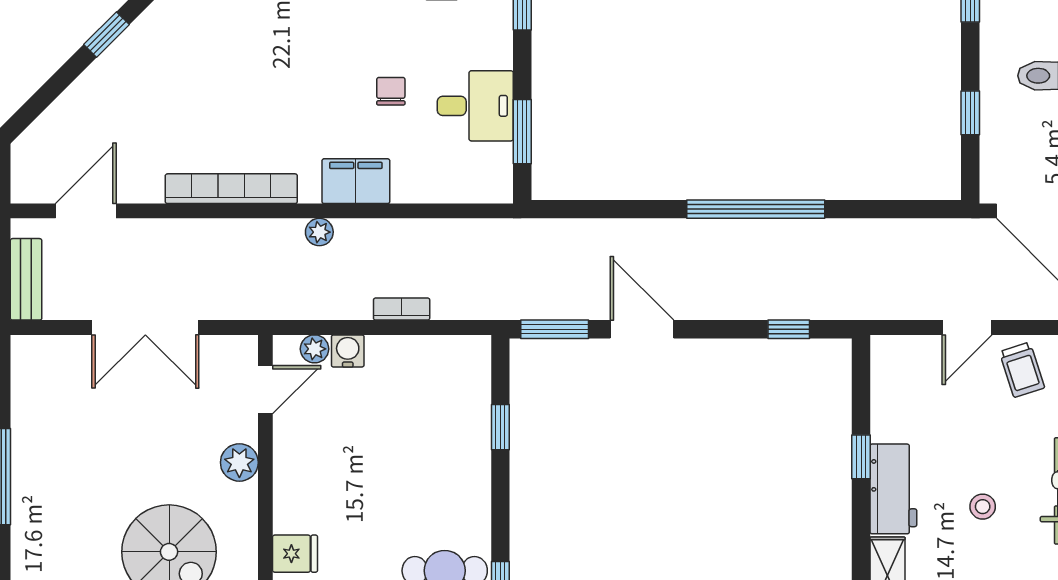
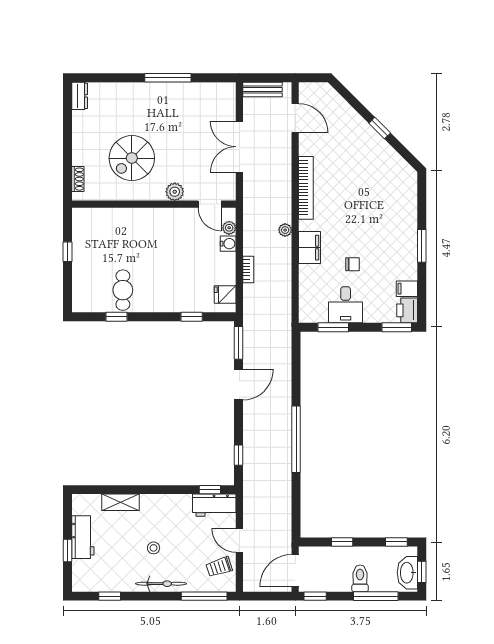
window: (861, 457) -> (210, 490), moved
workbench: (893, 489) -> (214, 505), moved
fridge: (295, 554) -> (225, 294), moved, turned 90

